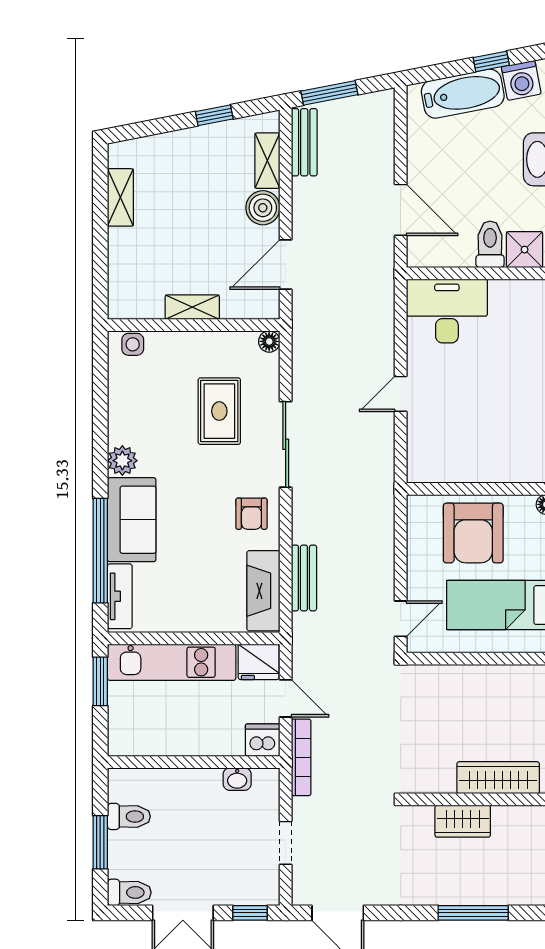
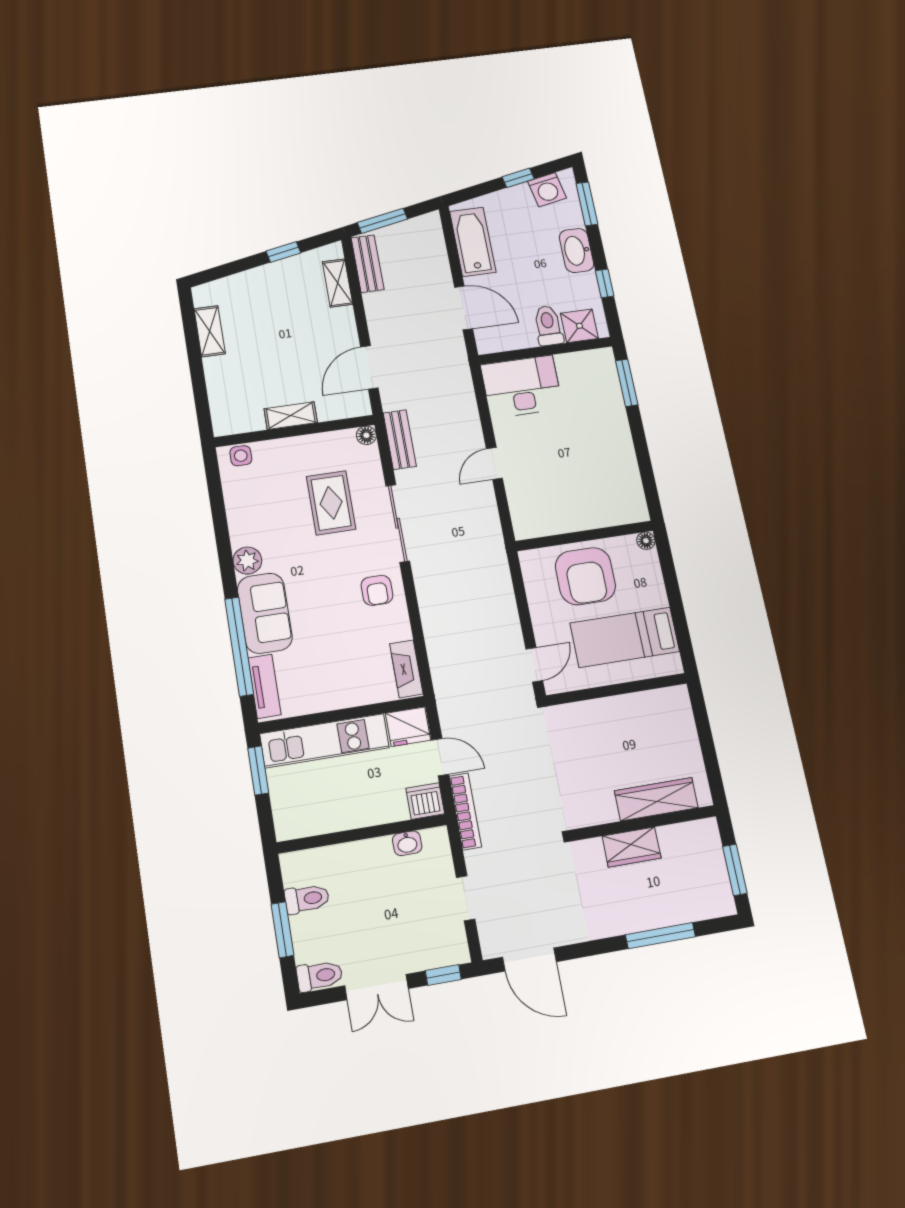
bathtub: (463, 94) -> (473, 242), moved, turned -79
boiler: (263, 208) -> (340, 323), removed
bench: (304, 578) -> (400, 440), moved
fireplace: (263, 591) -> (406, 669), width x0.73, depth x0.76

